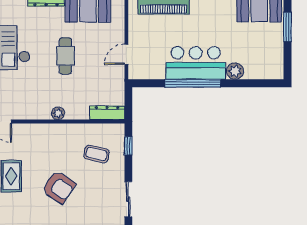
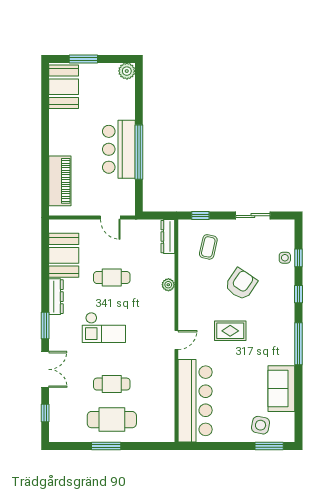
plant: (235, 71) -> (127, 71), moved

